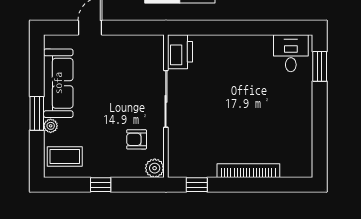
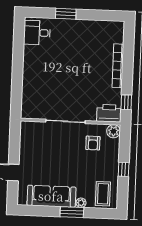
printer: (180, 52) -> (109, 113), moved
window: (320, 66) -> (66, 14), moved

